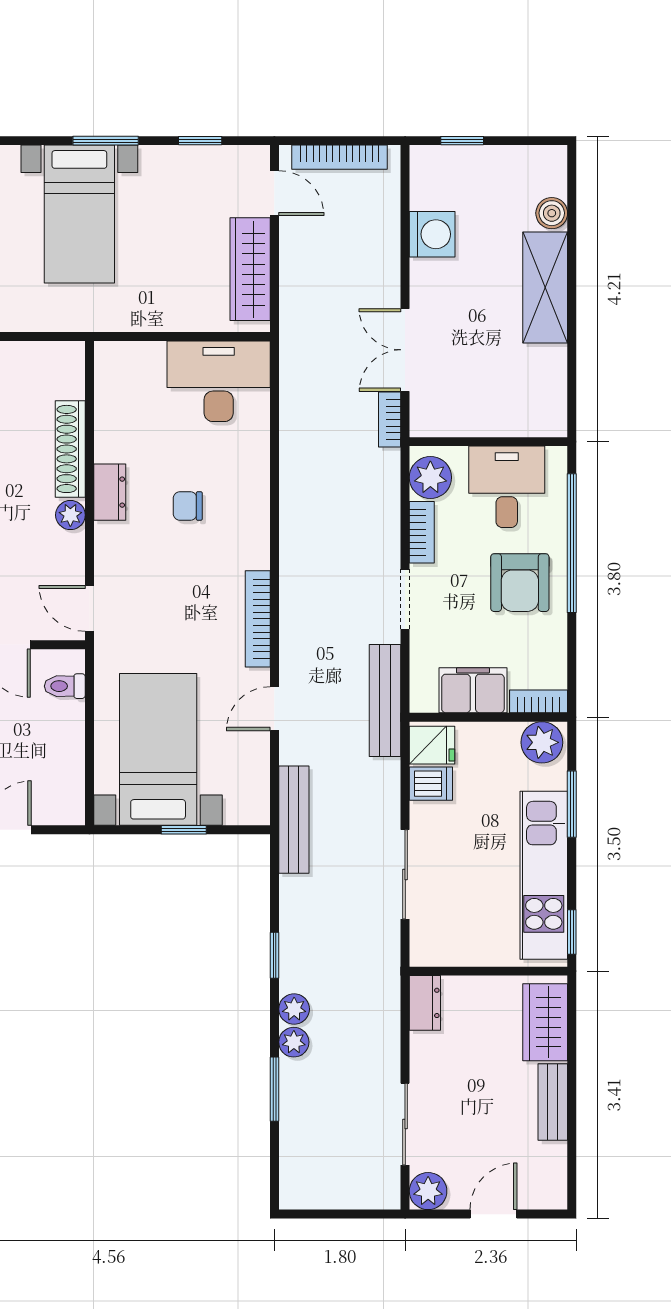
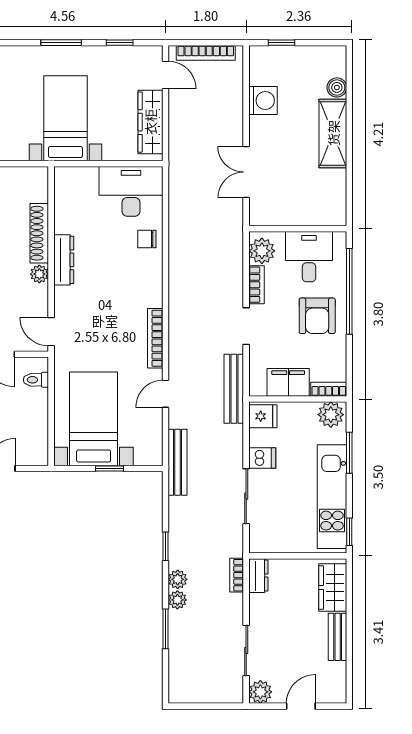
bed with nightstands: (79, 214) -> (65, 118), moved, turned 180
bookcase: (390, 419) -> (237, 575), moved
dresser: (110, 492) -> (64, 260), width x1.44
chair: (188, 506) -> (147, 239), moved
dishwasher: (431, 784) -> (262, 458), moved

